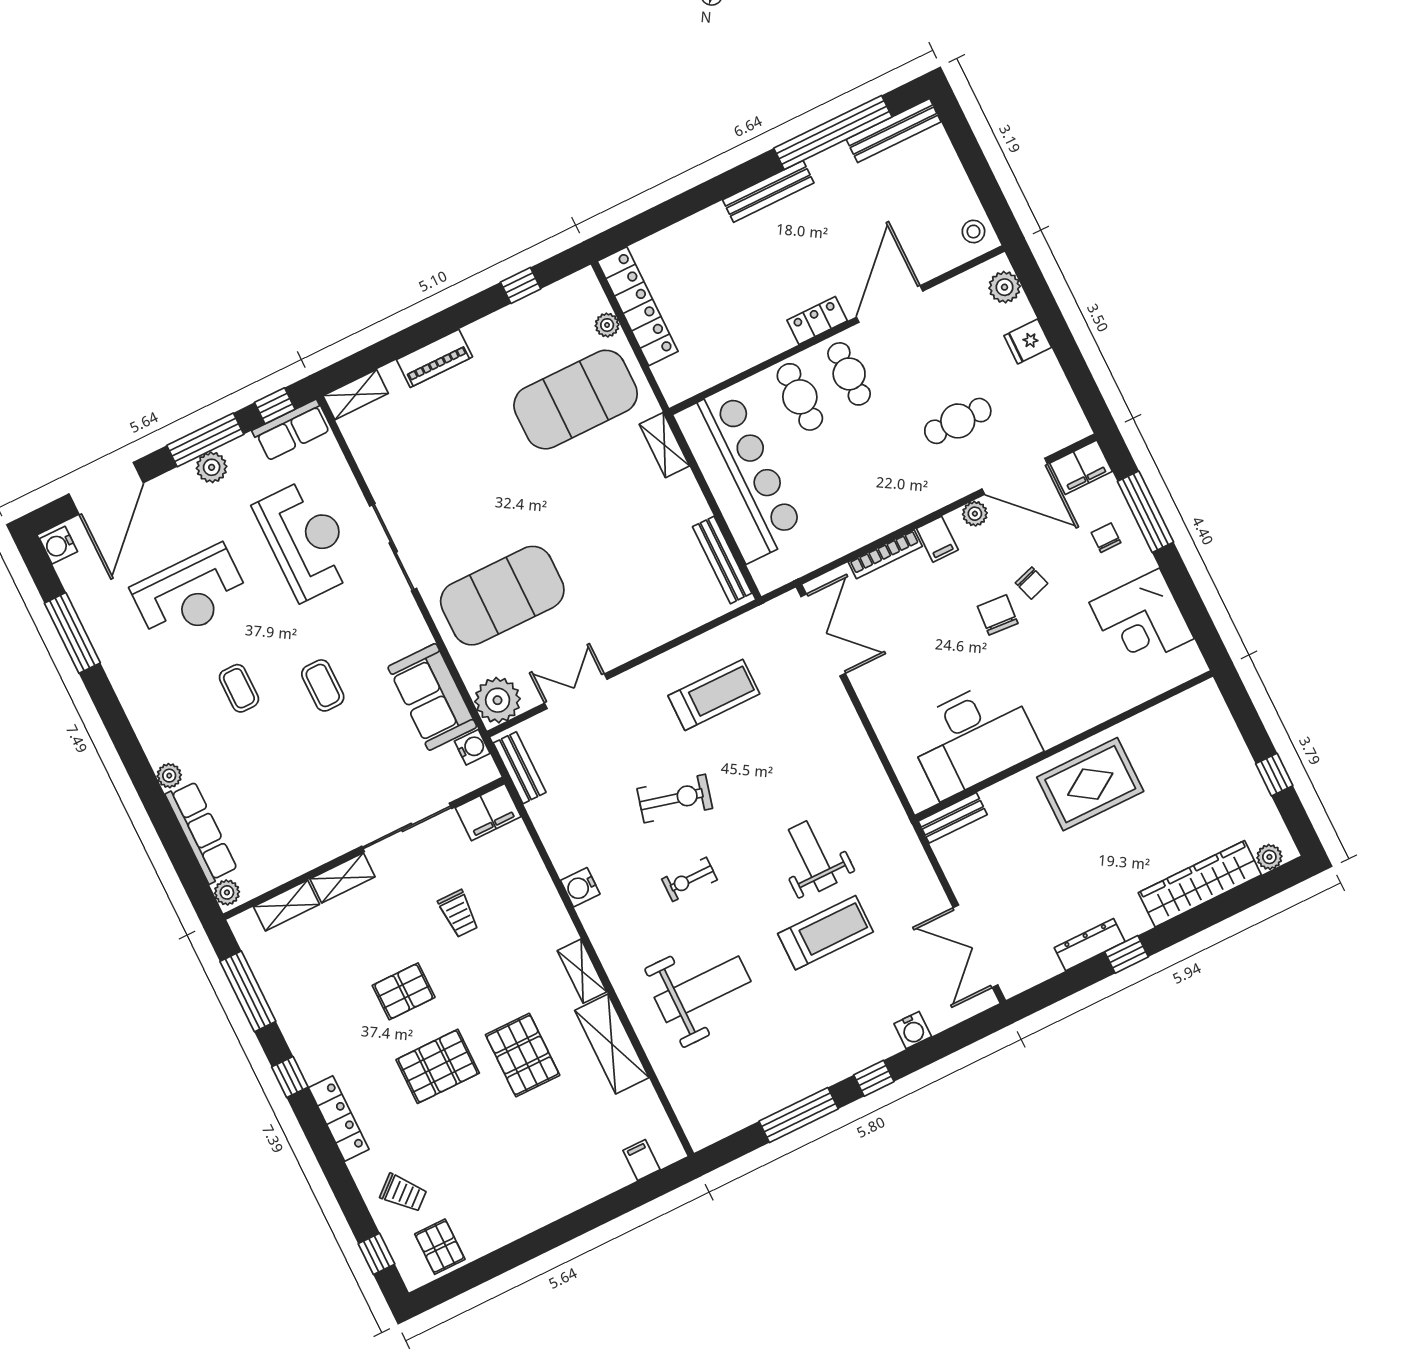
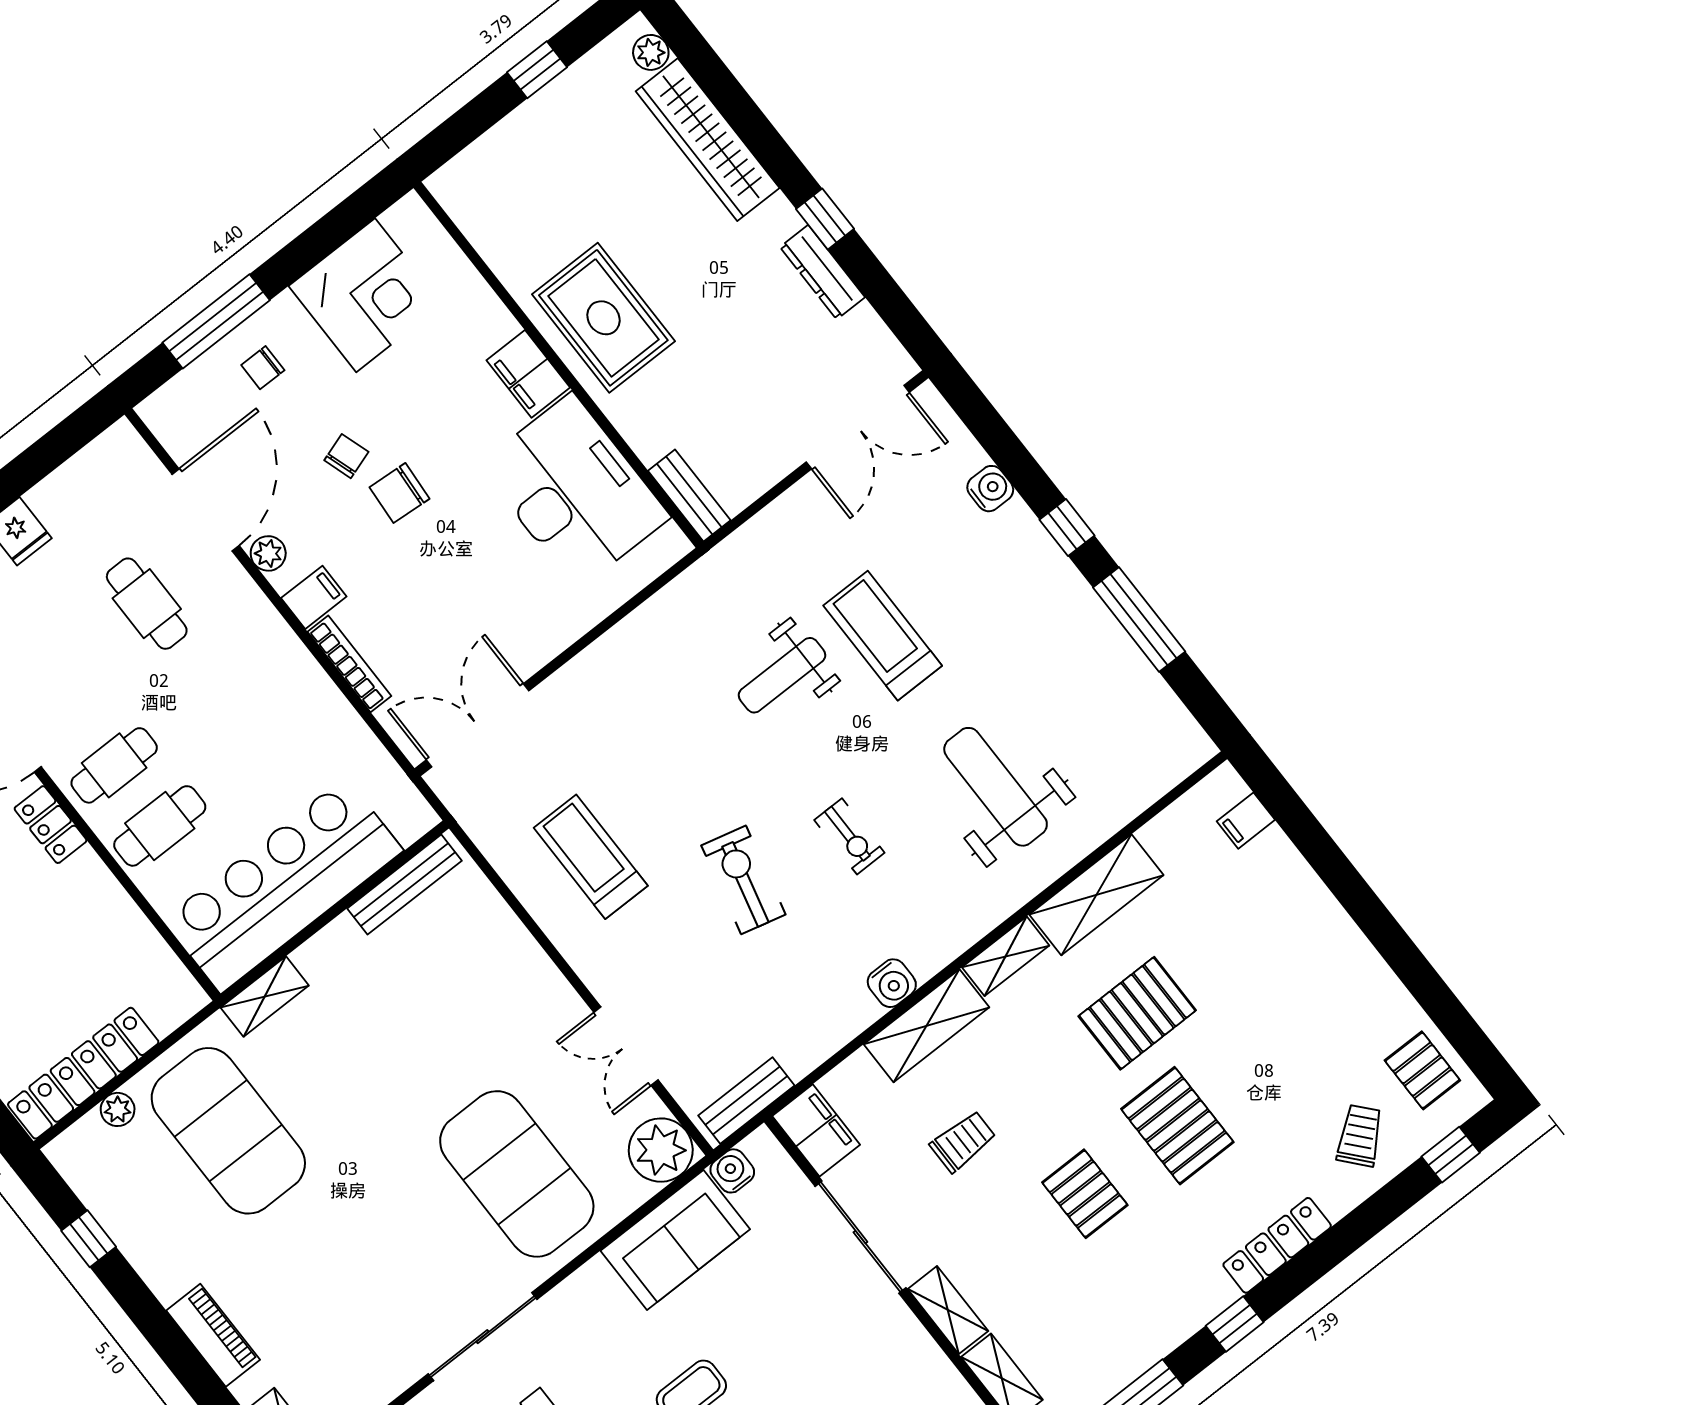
filing cabinet: (1081, 467) -> (528, 374), moved, turned 180
shelving: (545, 905) -> (926, 1026), added
pallet: (440, 1247) -> (1422, 1070), turned 90

